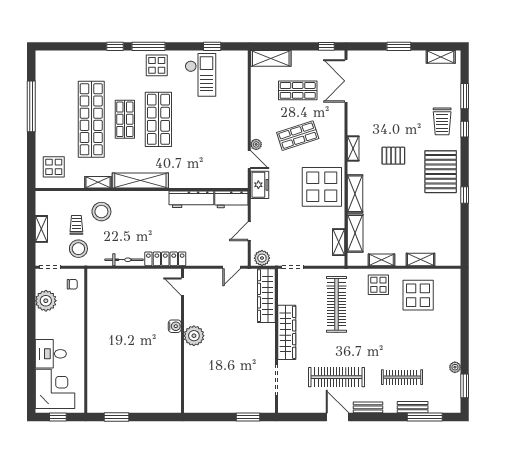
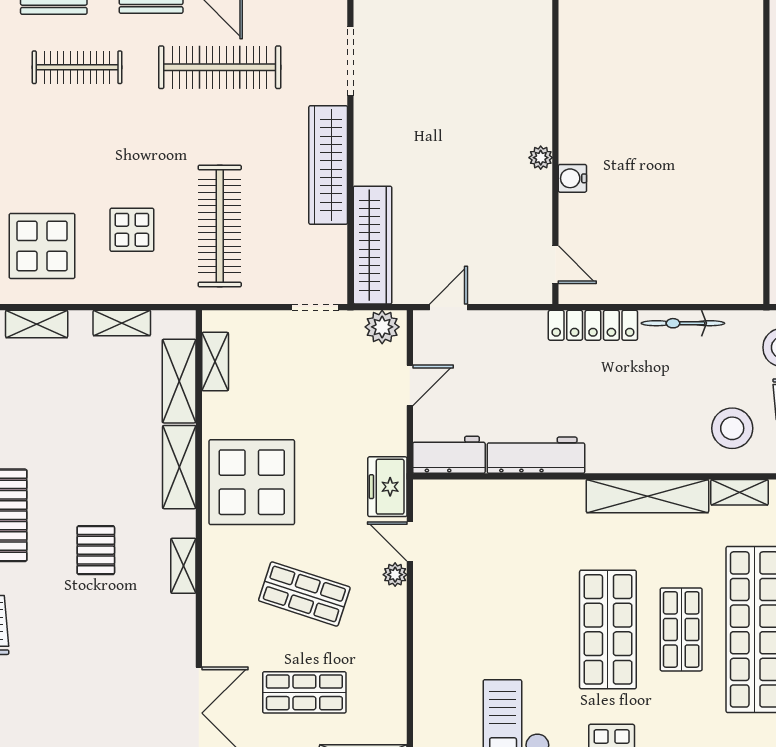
shop shelf: (298, 136) -> (304, 594), turned 36
pallet: (393, 156) -> (96, 550), turned 90
display table: (378, 285) -> (132, 230), moved
plant: (194, 336) -> (541, 158), width x0.53, depth x0.53

